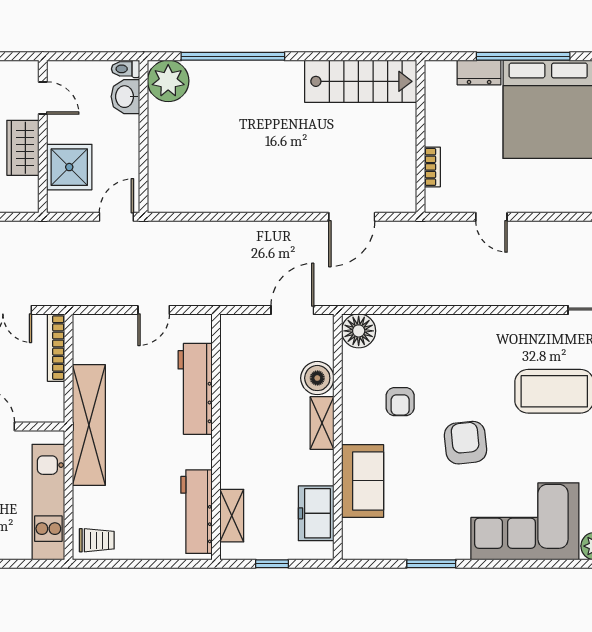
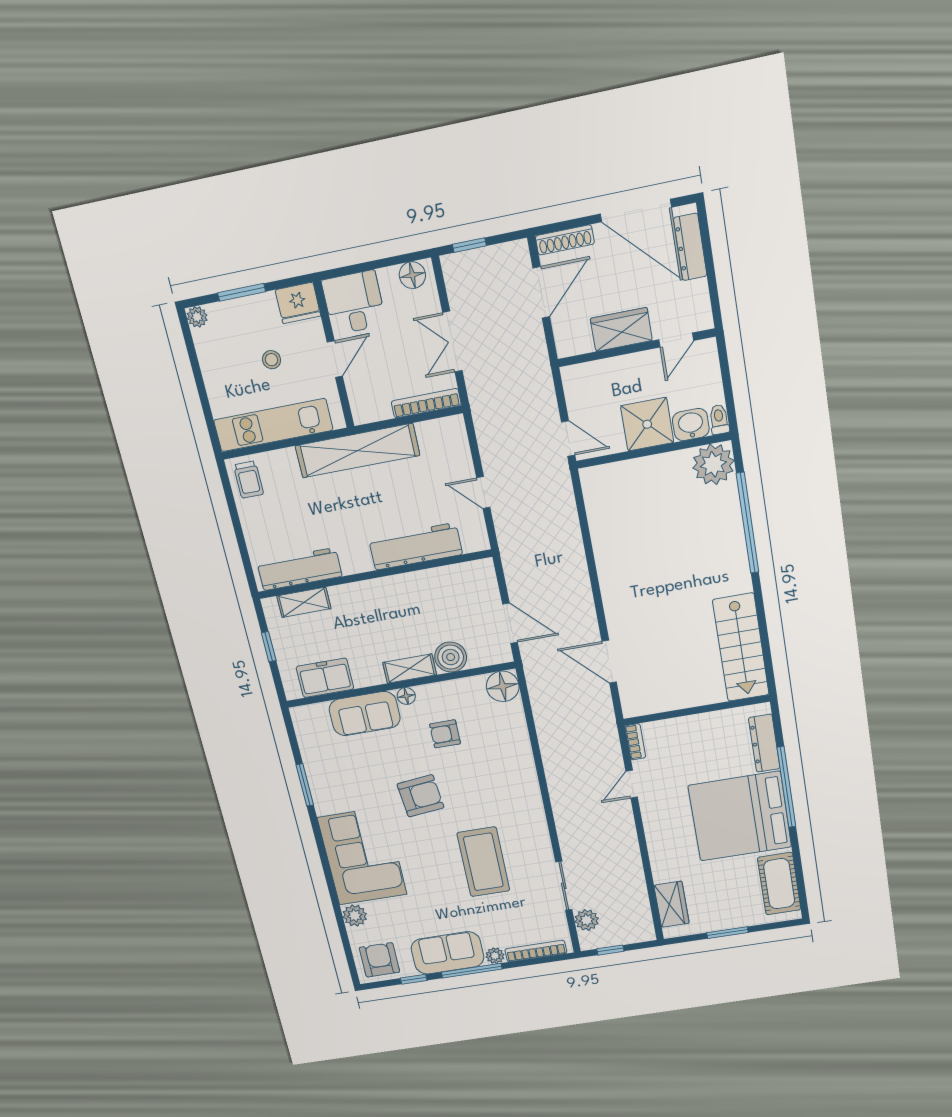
dresser: (479, 73) -> (764, 743), width x1.44
shower: (69, 167) -> (647, 424), moved
bookcase: (432, 167) -> (635, 742), moved, turned -90
floor lamp: (351, 433) -> (406, 696), added

